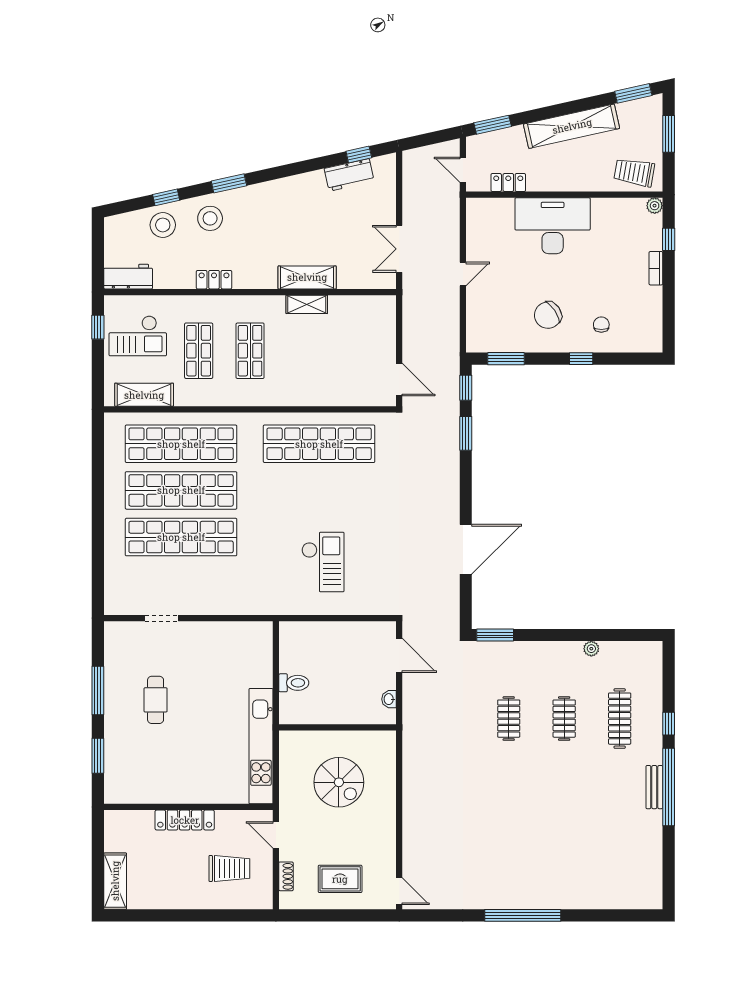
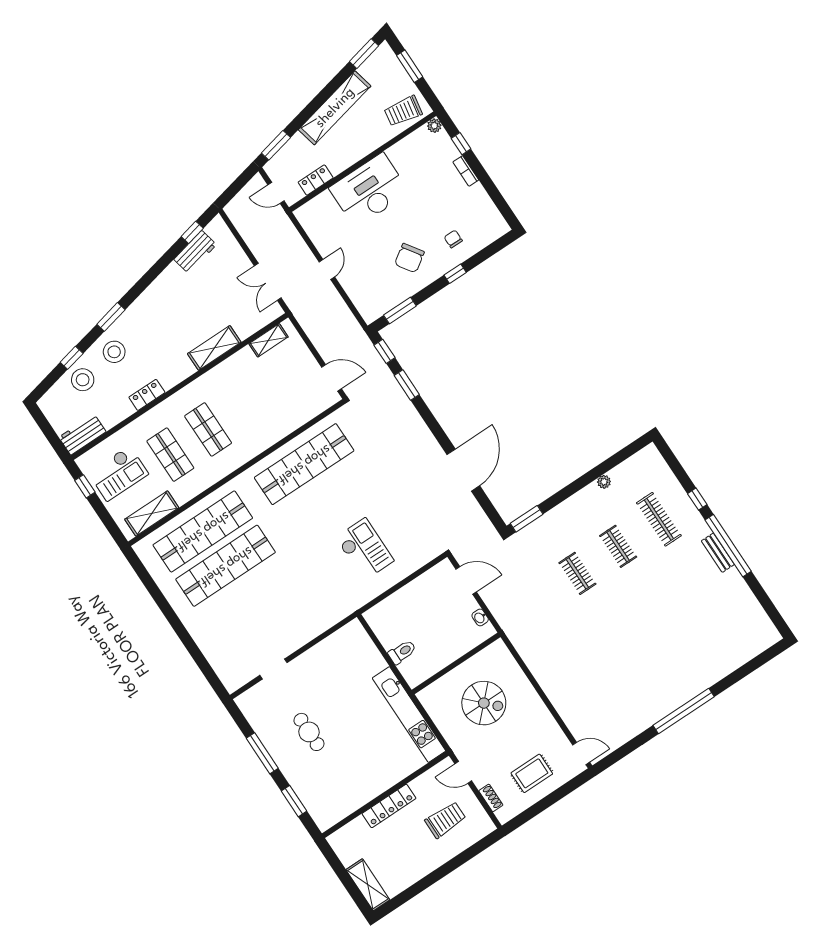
shelving: (307, 304) -> (268, 340), moved
shop shelf: (181, 537) -> (248, 600), removed

